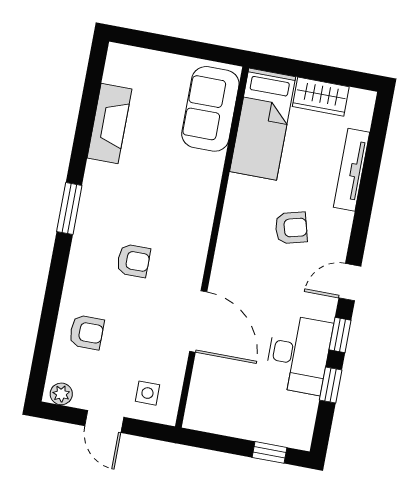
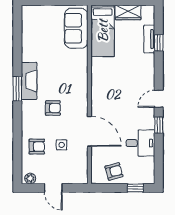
fireplace: (110, 124) -> (29, 81), moved
tv unit: (351, 170) -> (149, 39), width x0.71
armchair: (291, 228) -> (114, 171), moved
desk: (298, 354) -> (140, 143), width x0.73
window: (331, 385) -> (159, 43), moved
side table: (147, 393) -> (62, 145), moved

